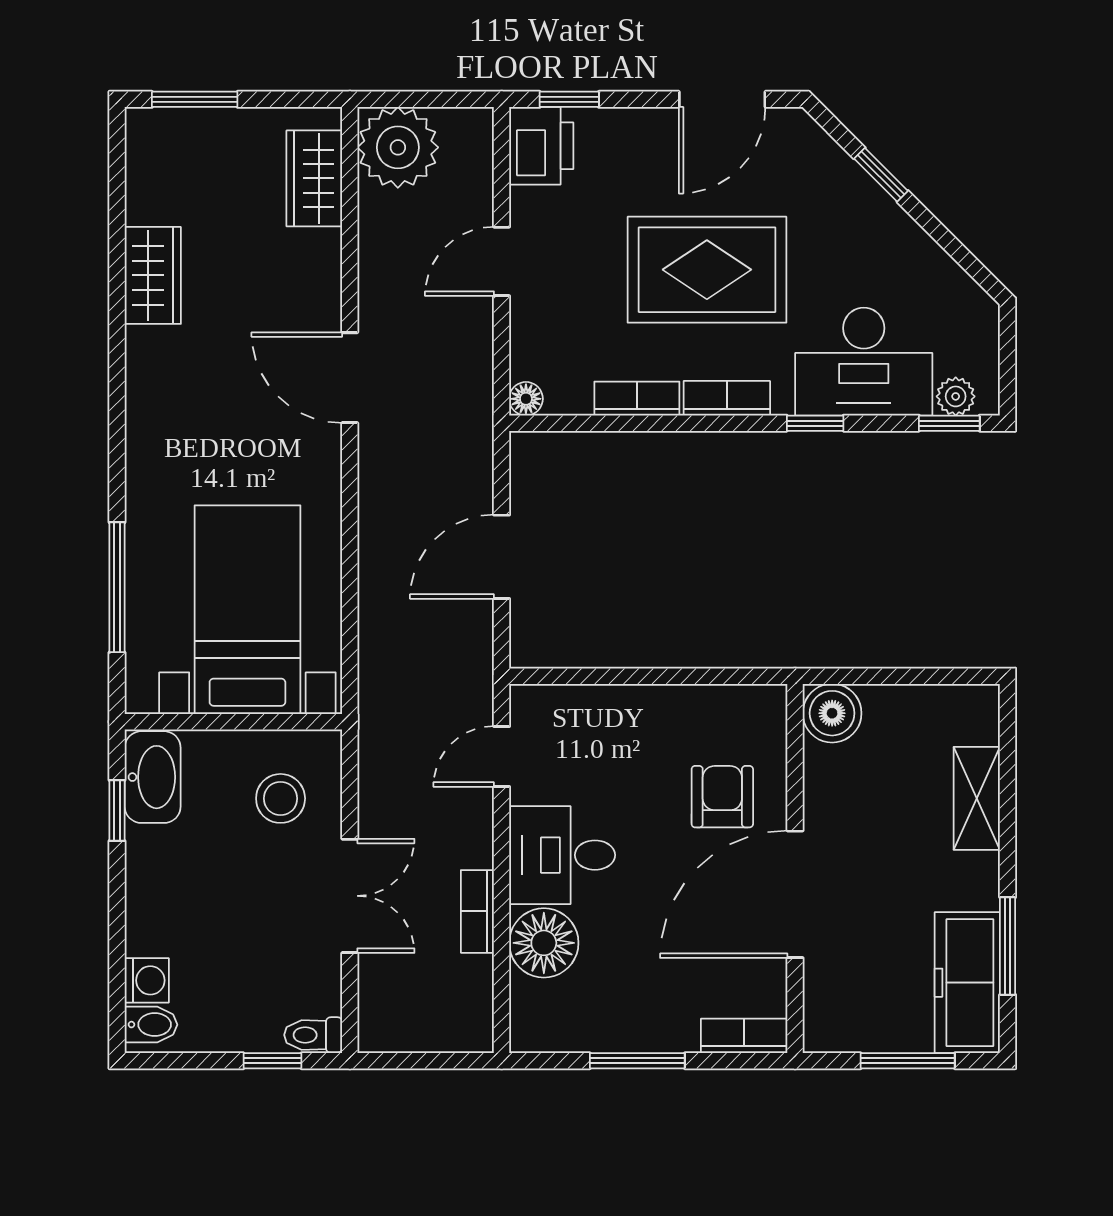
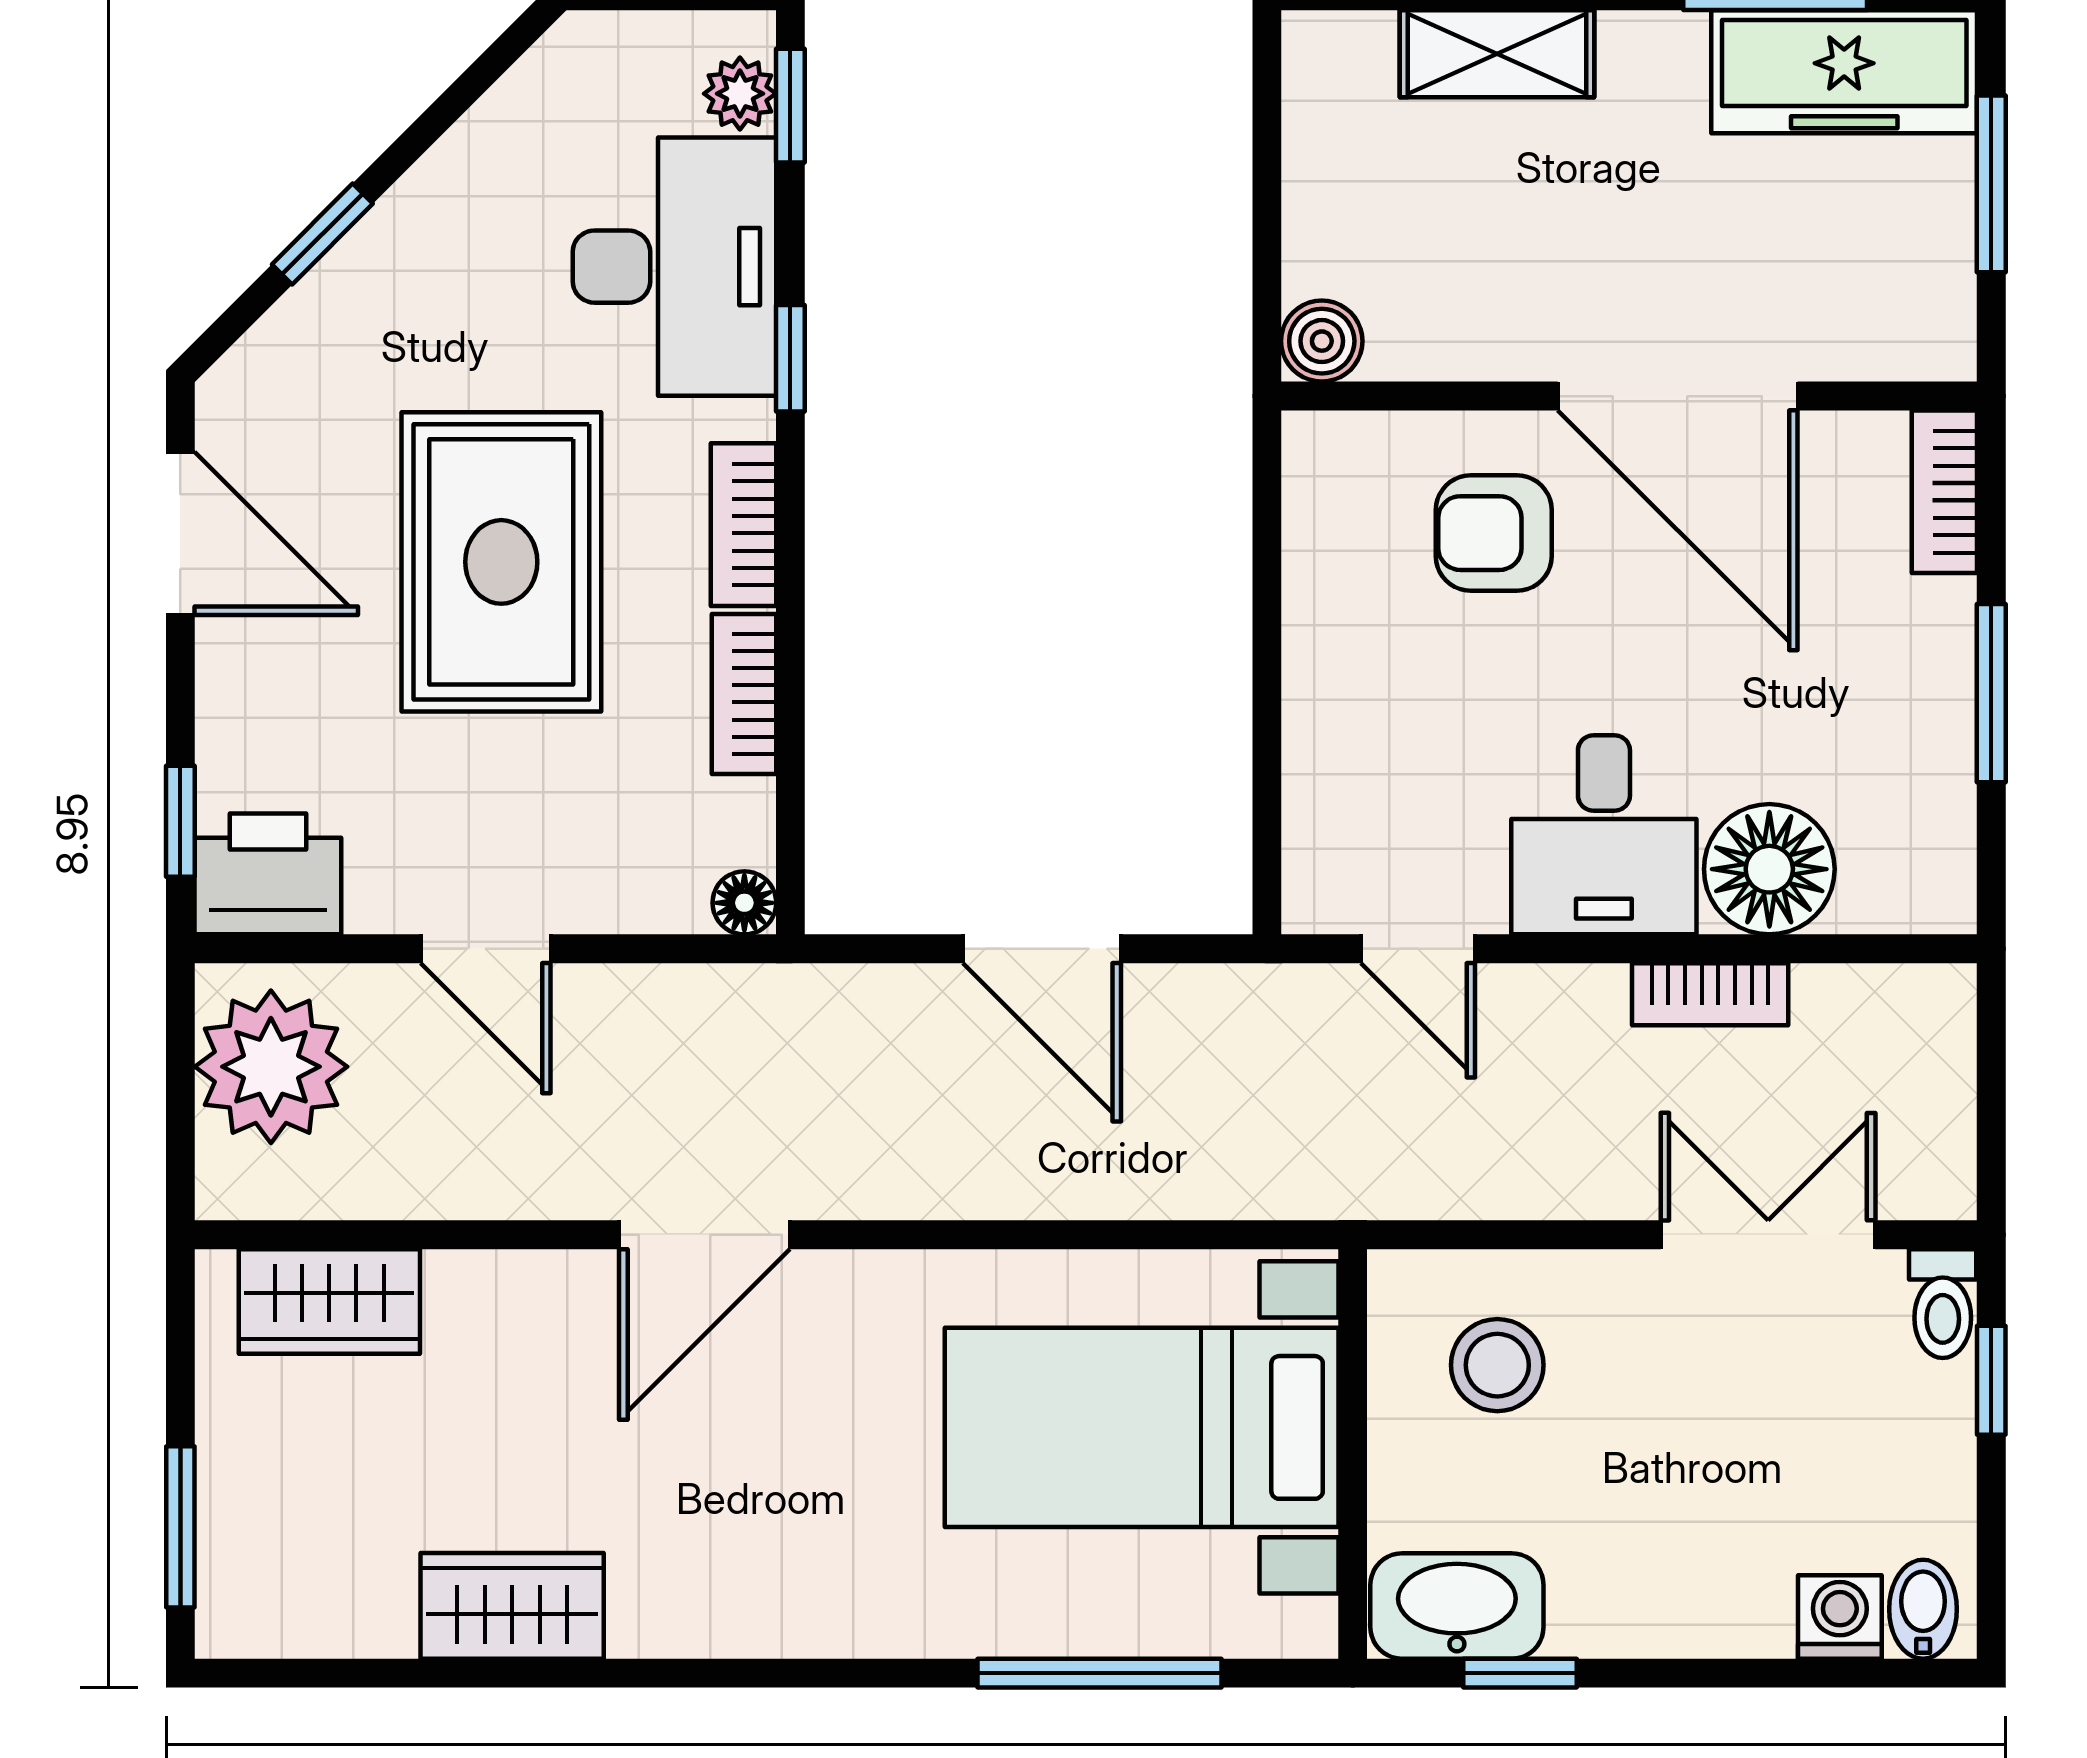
plant: (398, 147) -> (271, 1067), moved
boiler: (832, 713) -> (1322, 341), width x0.73, depth x0.73
double door: (350, 896) -> (1768, 1235), moved

